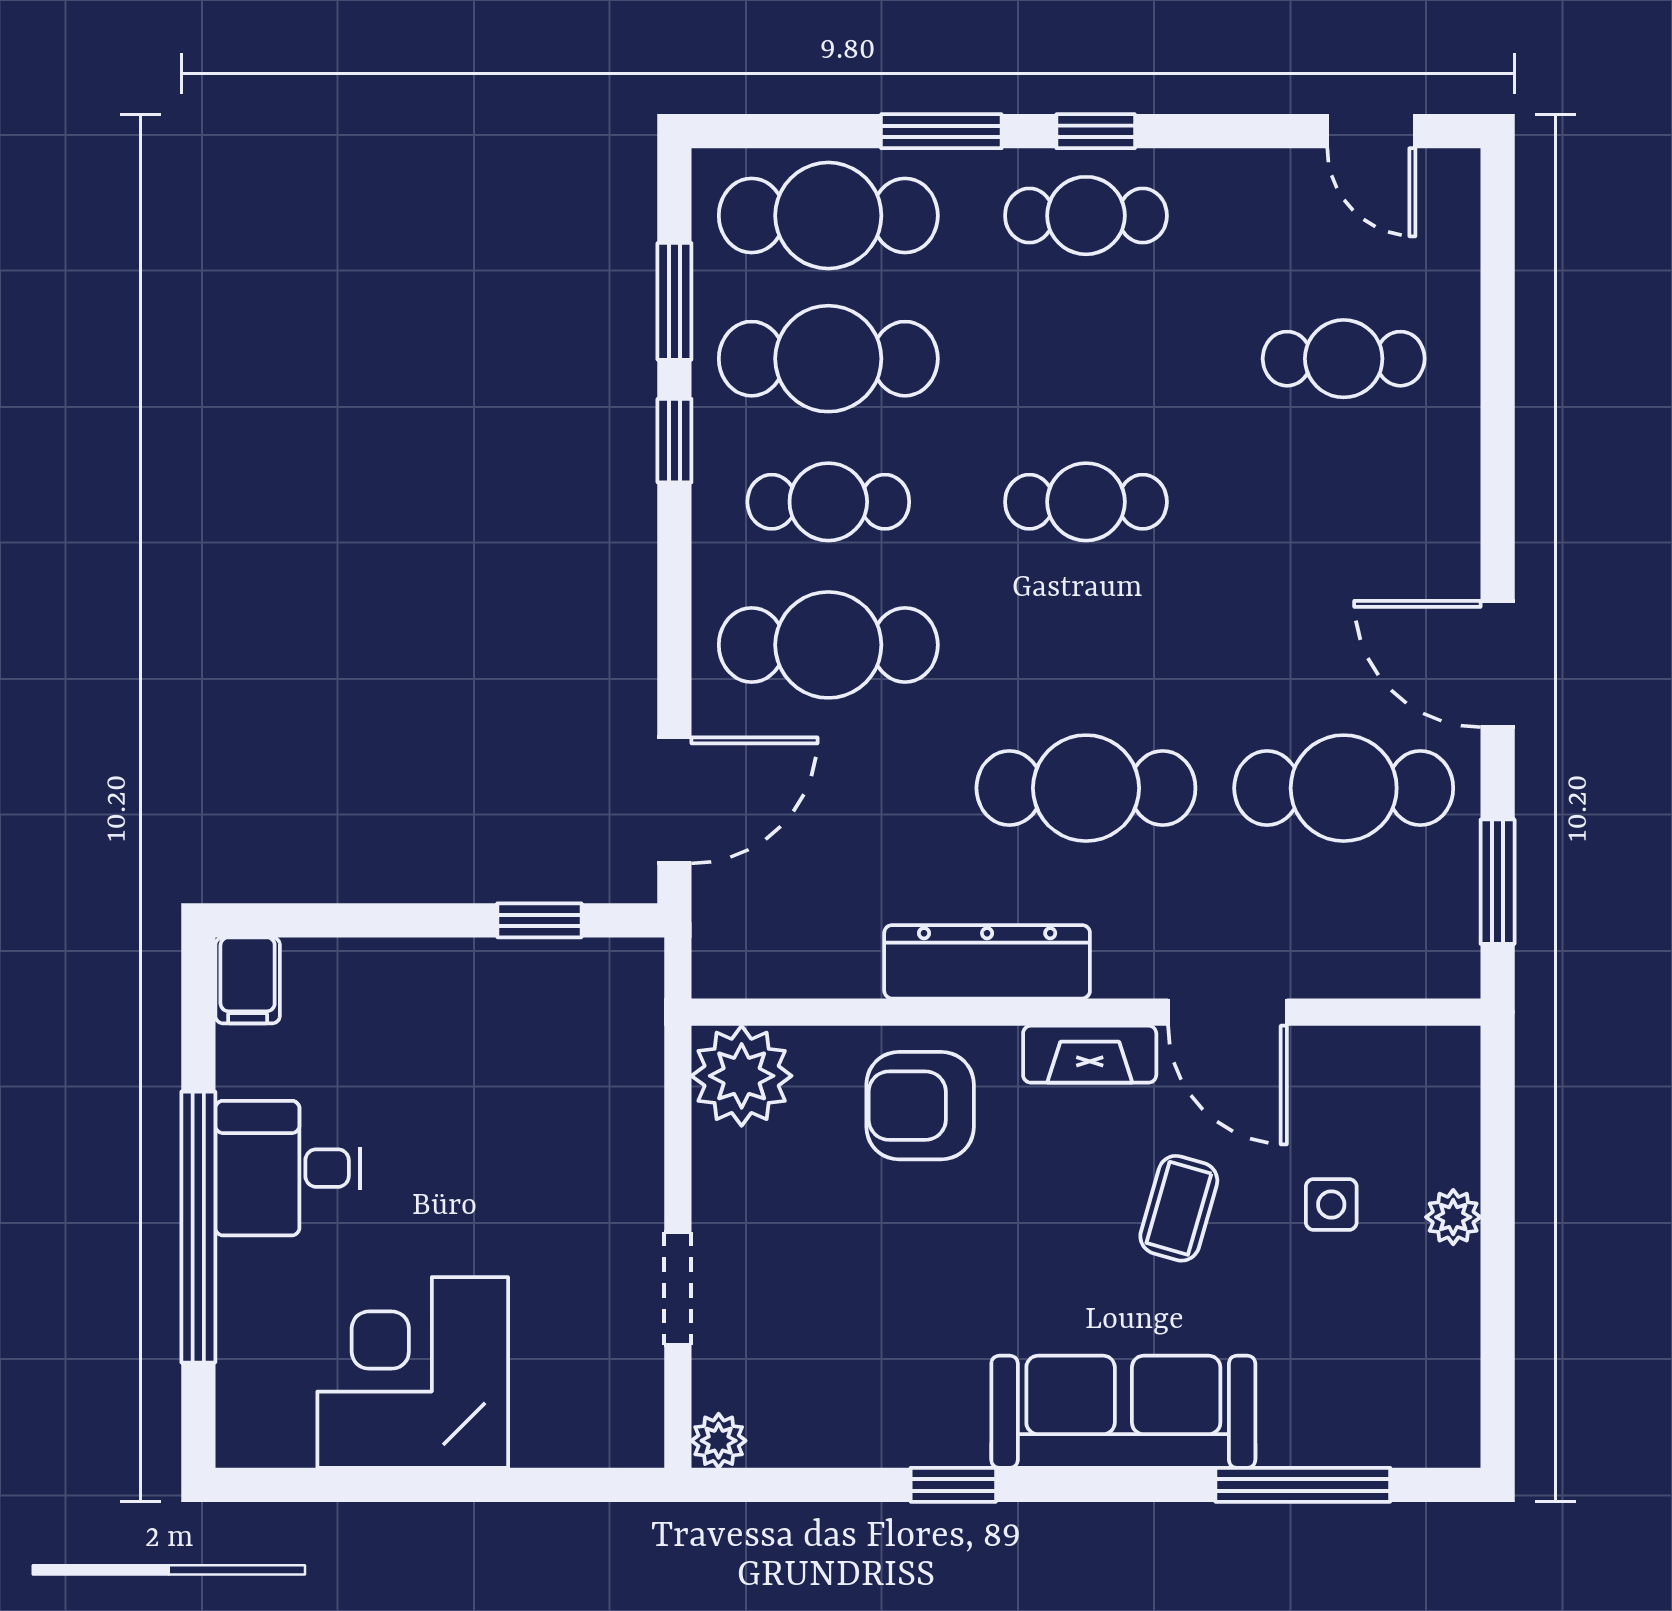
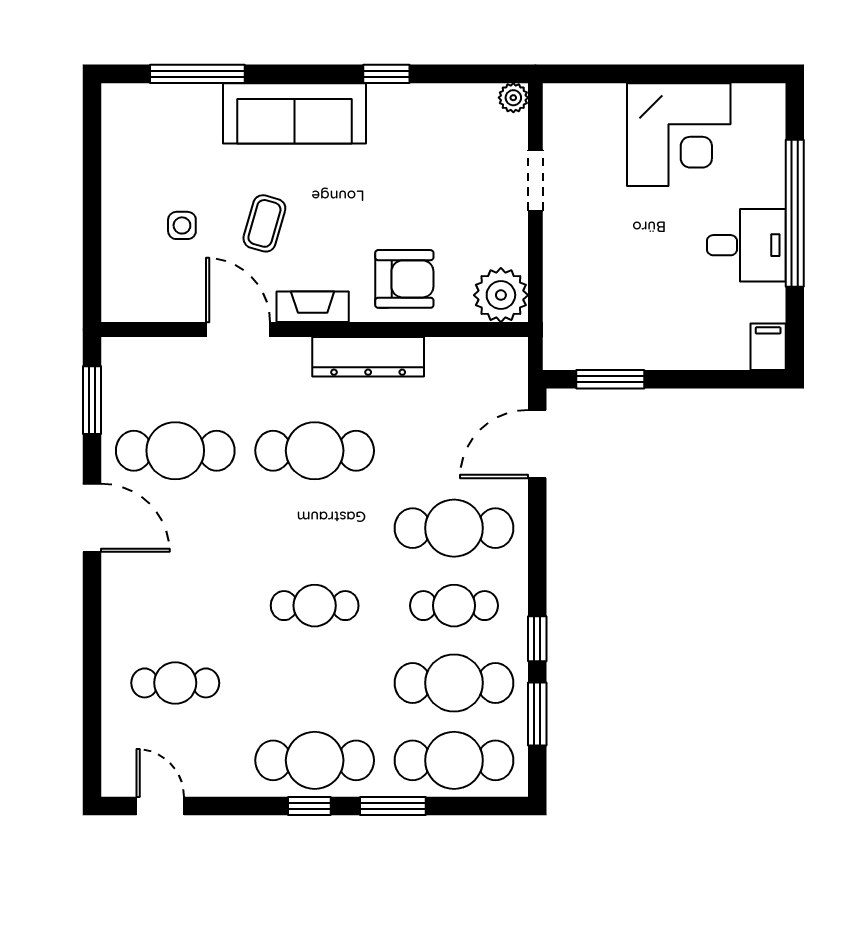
cafe table: (1086, 216) -> (315, 760), width x1.37, depth x1.35
window: (539, 920) -> (610, 379), width x1.50
plant: (1453, 1217) -> (116, 219), removed

